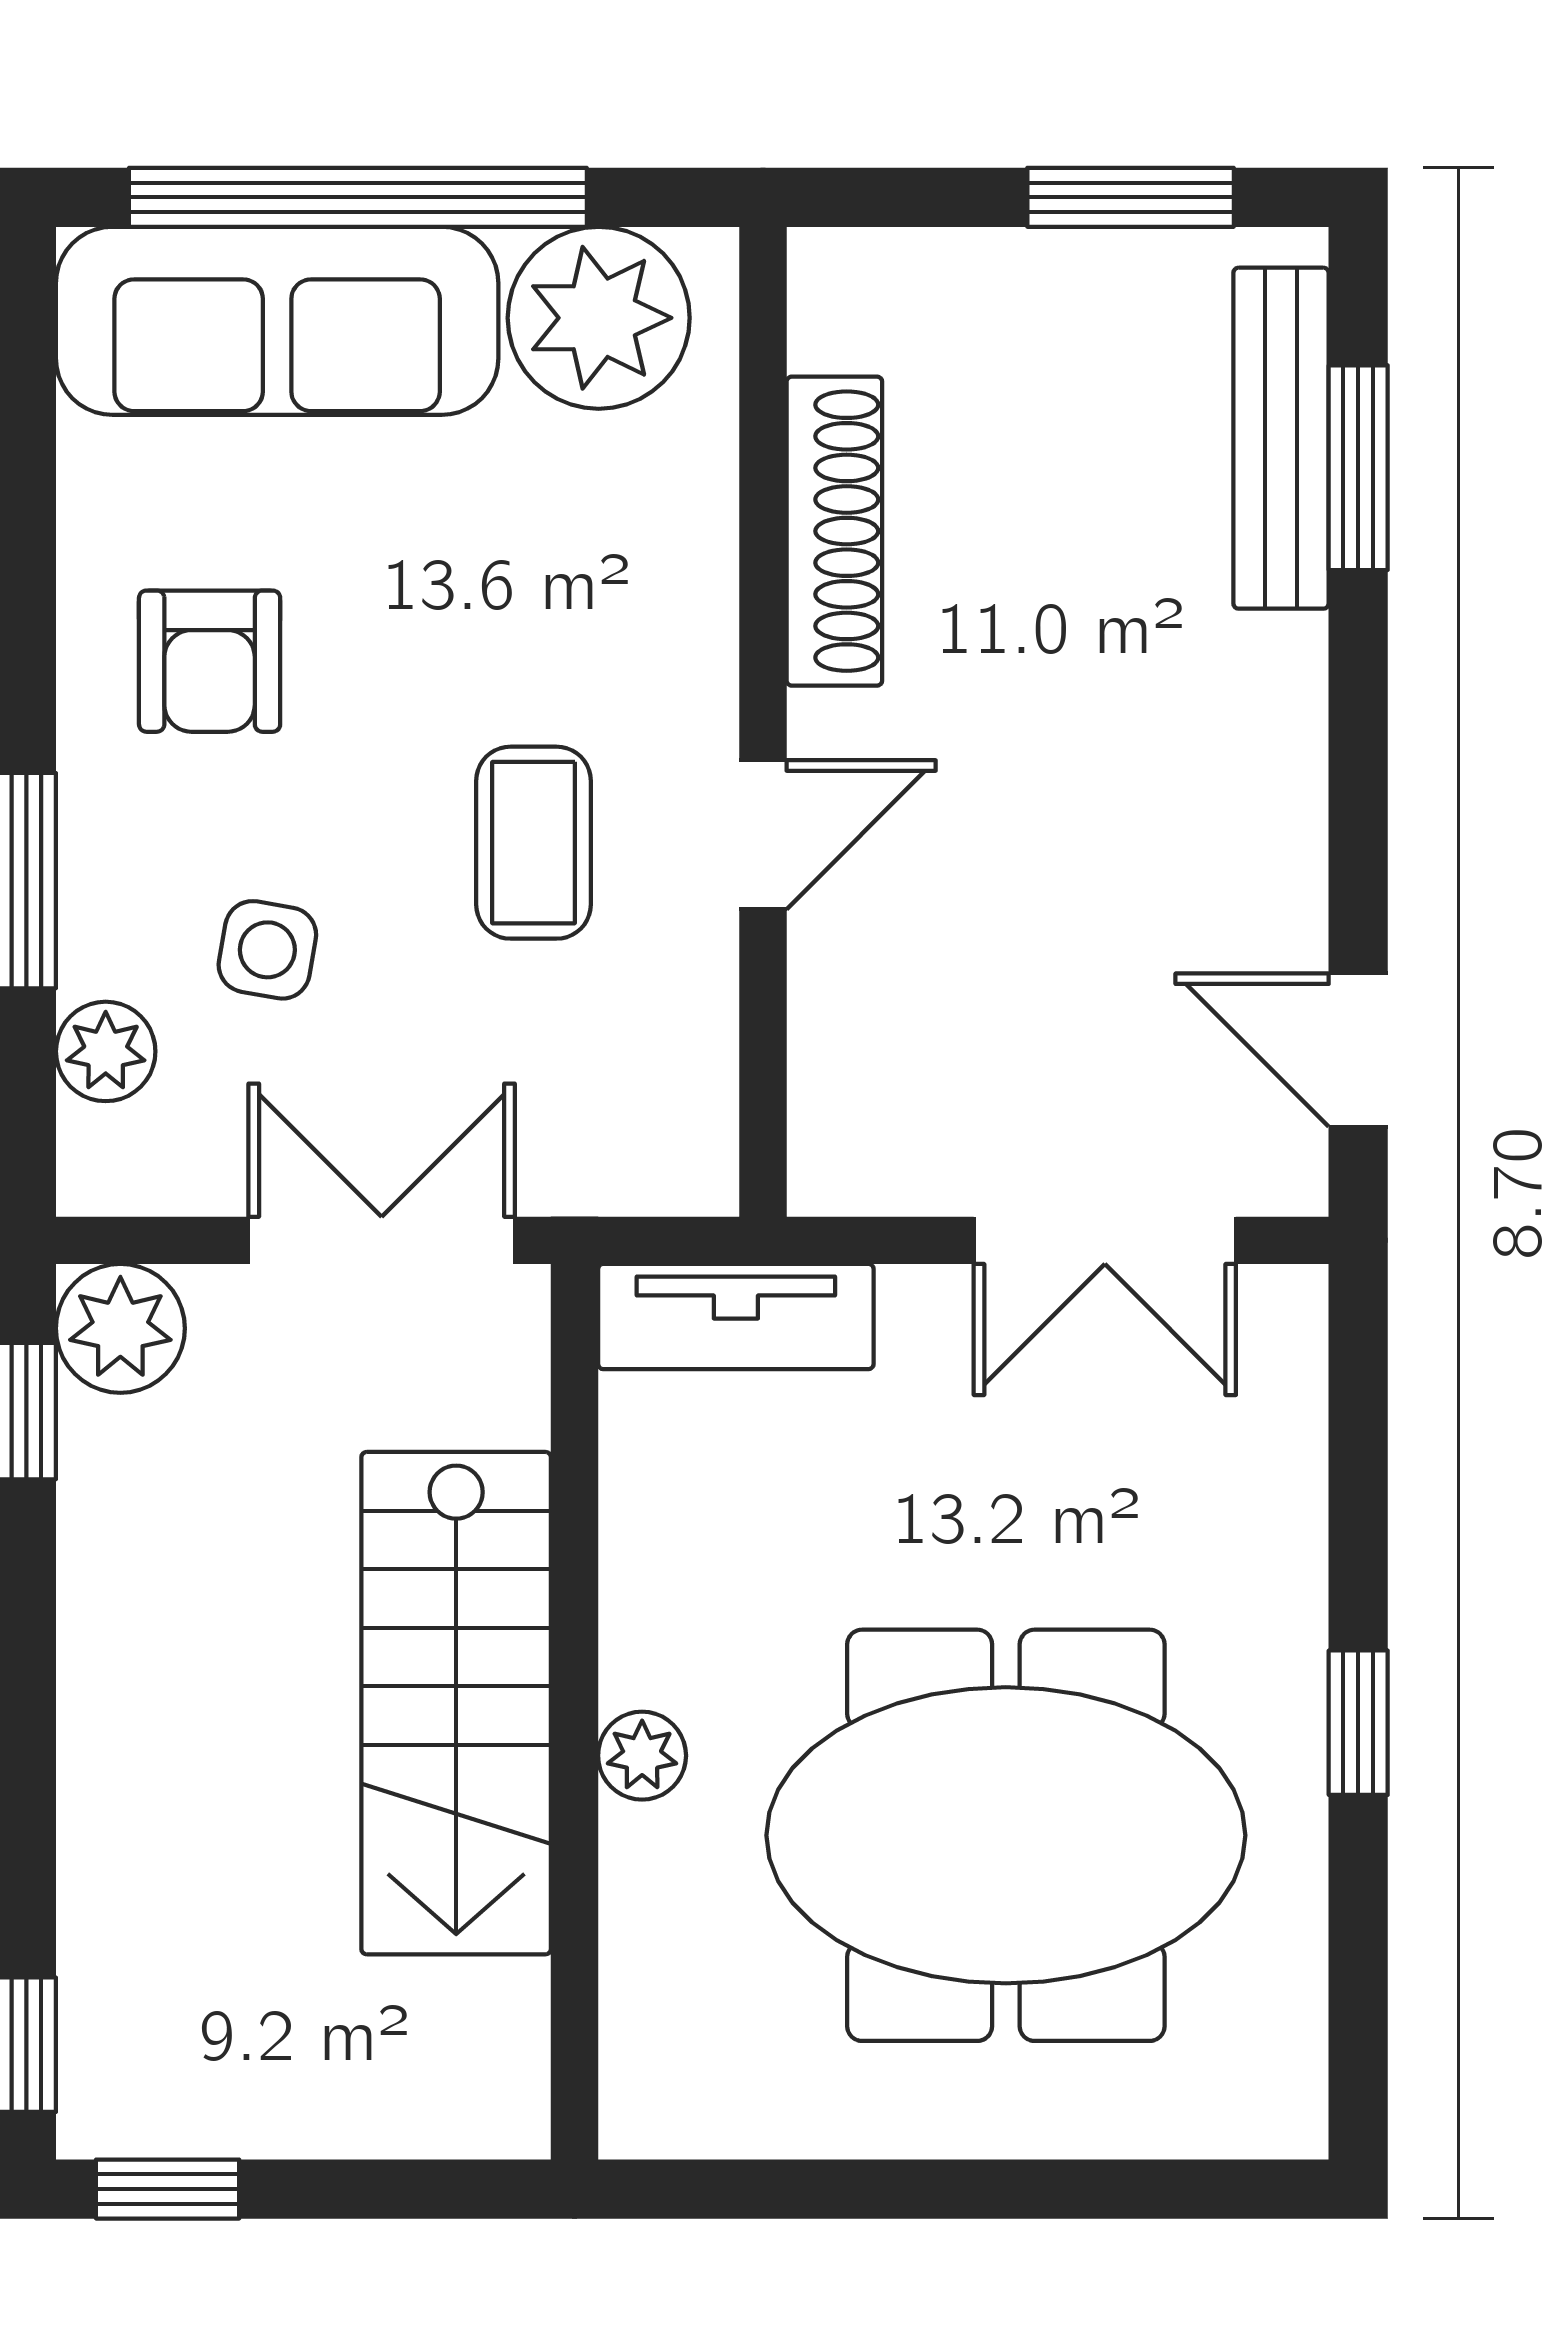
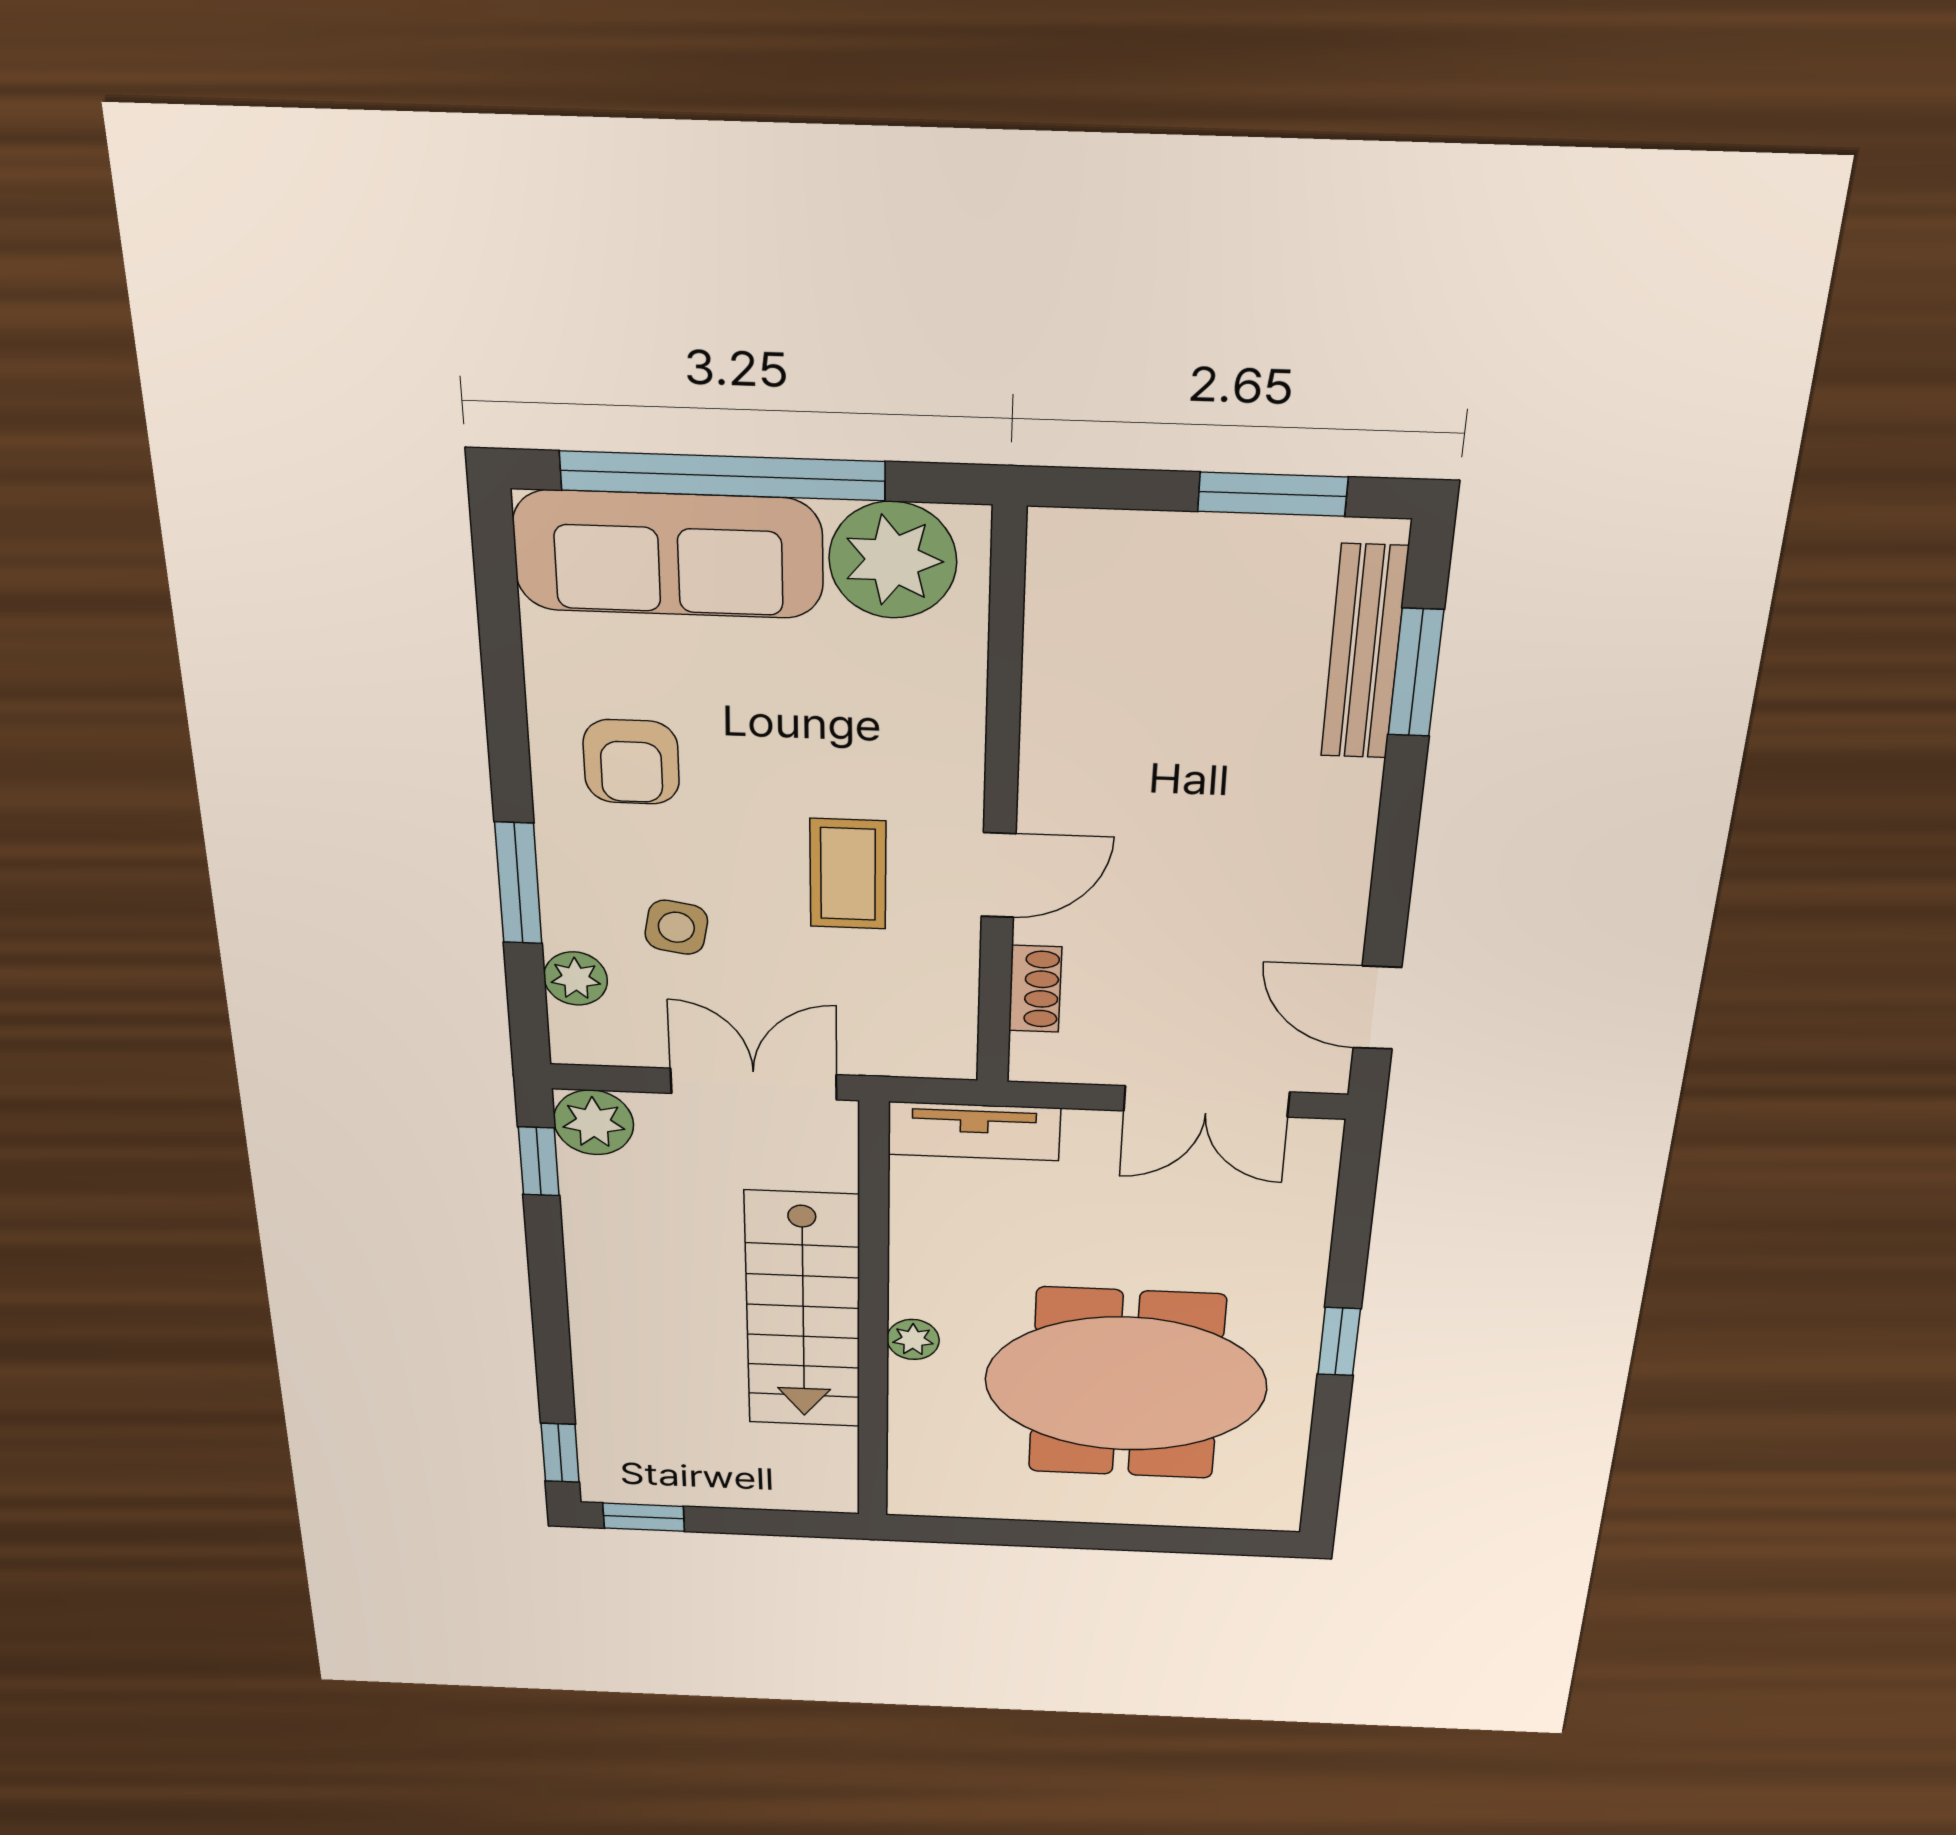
shoe rack: (834, 531) -> (1035, 989), moved, width x0.51, depth x0.81

